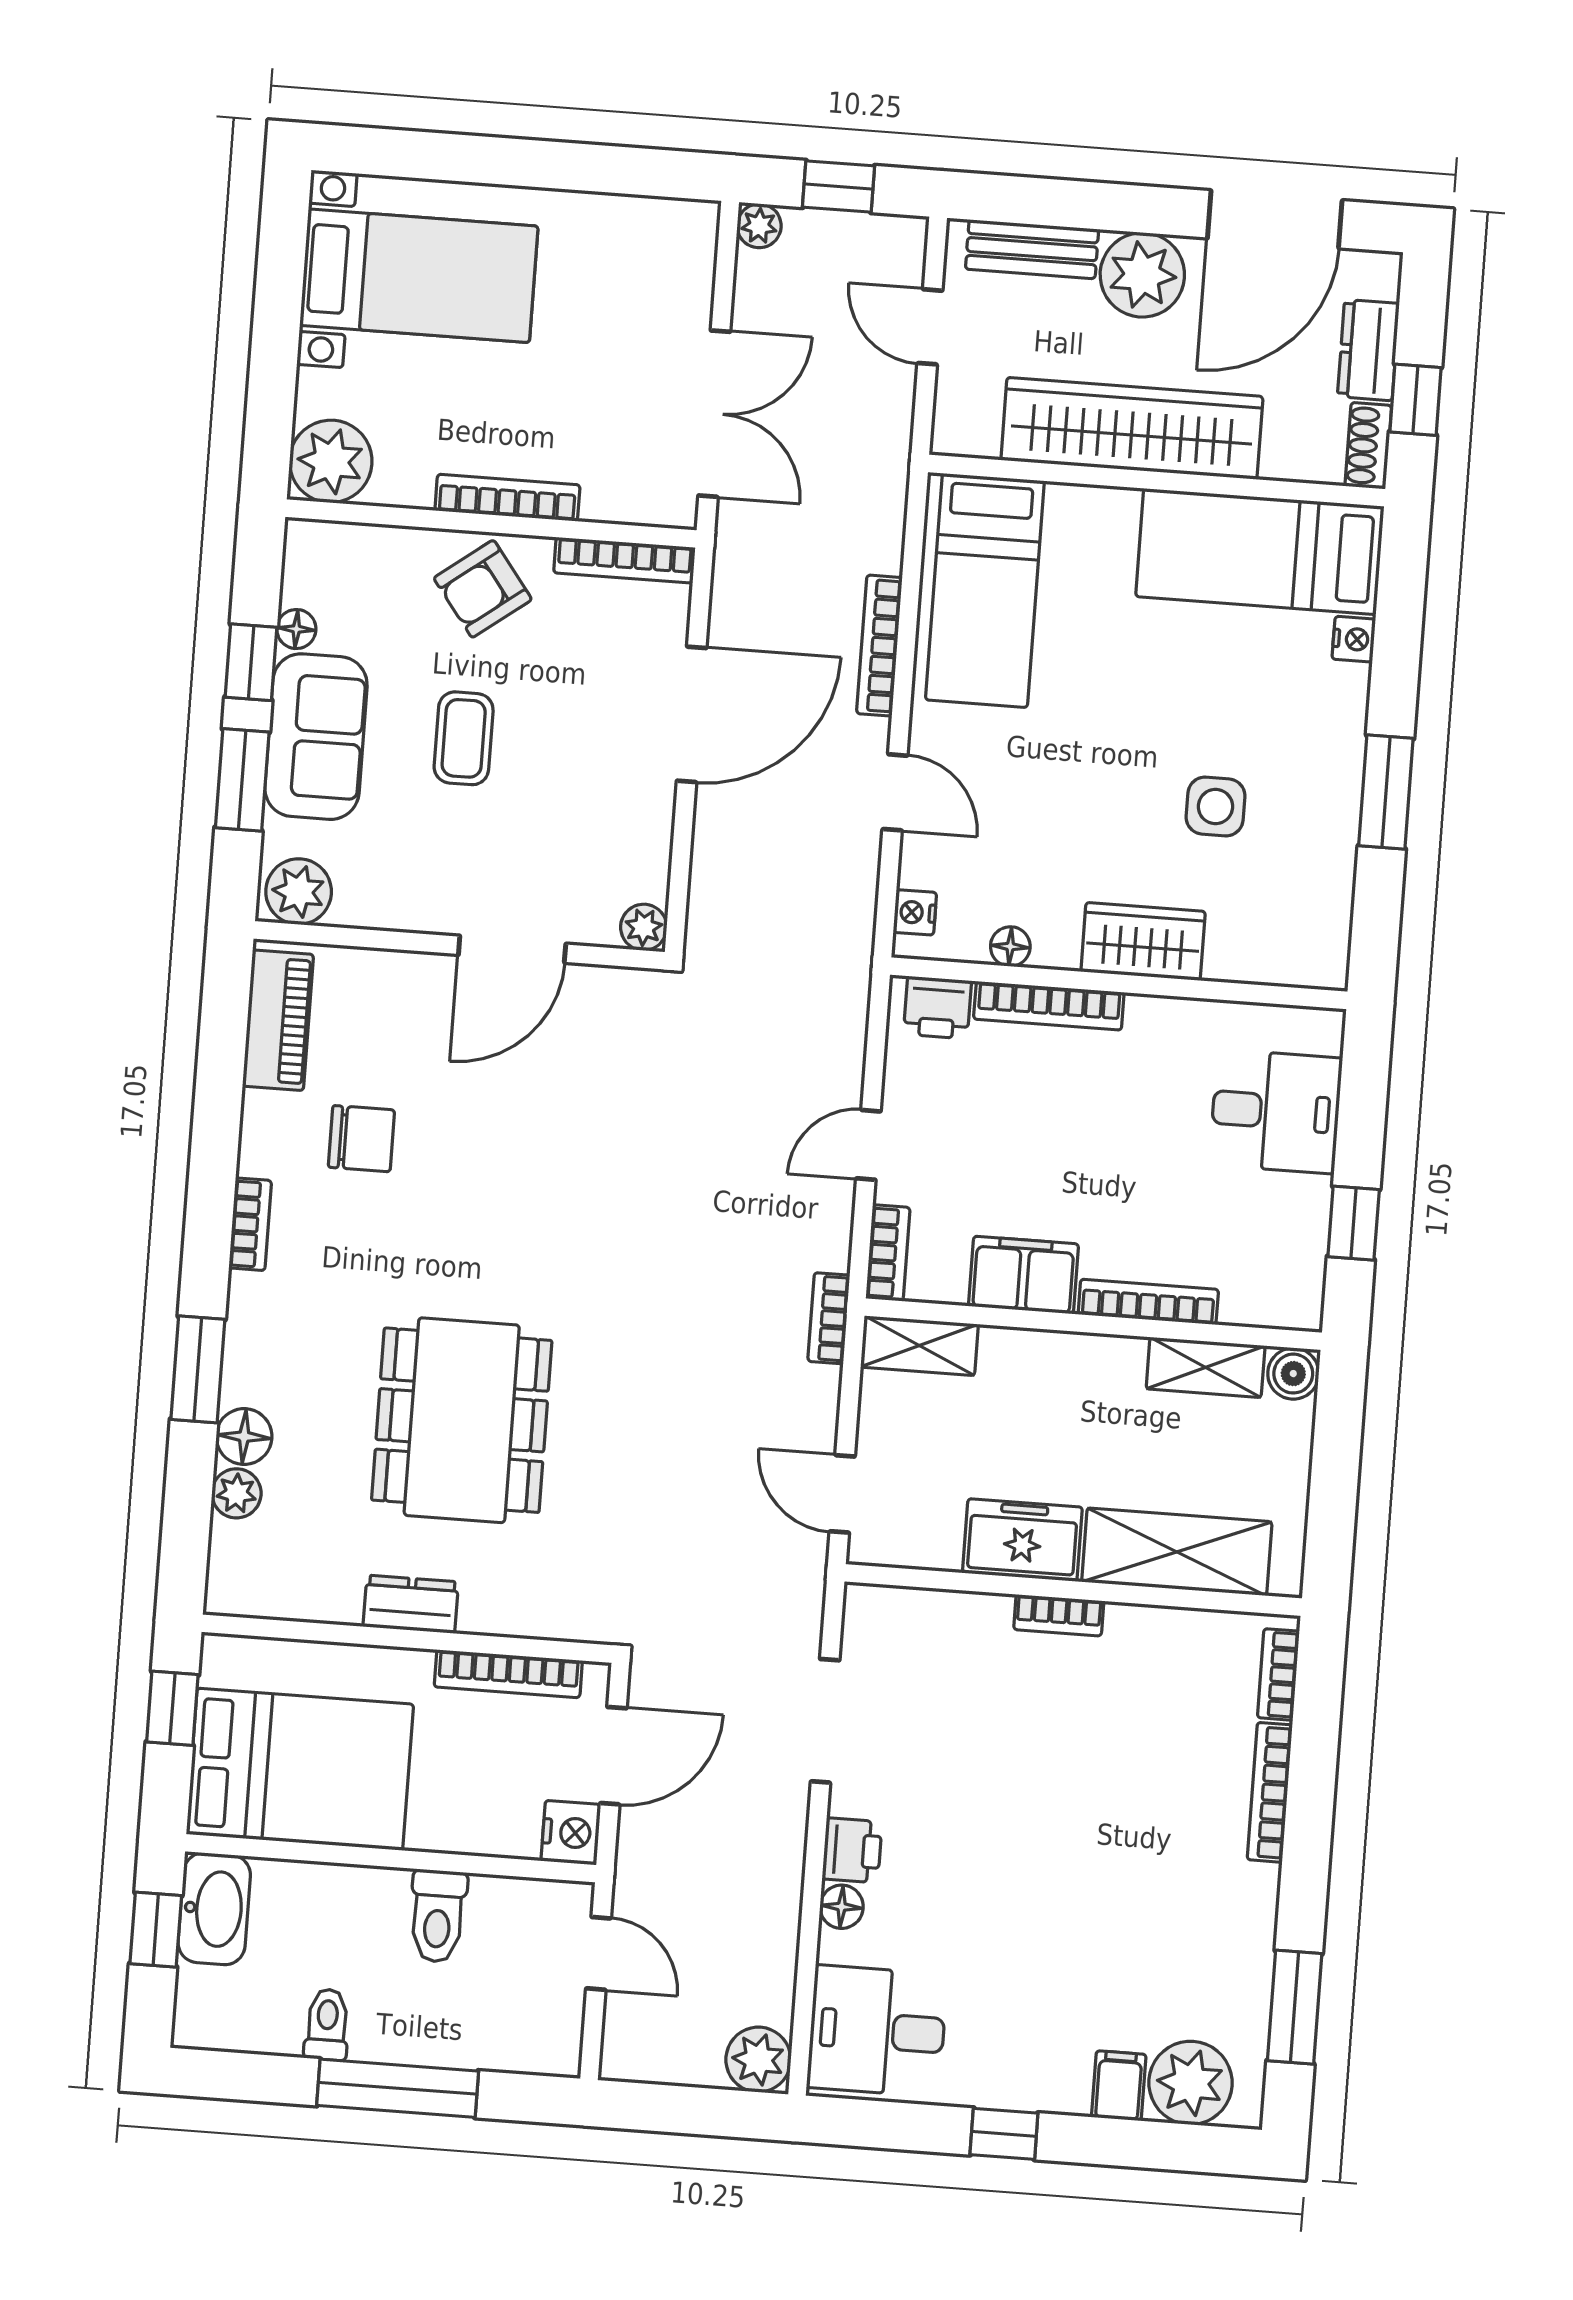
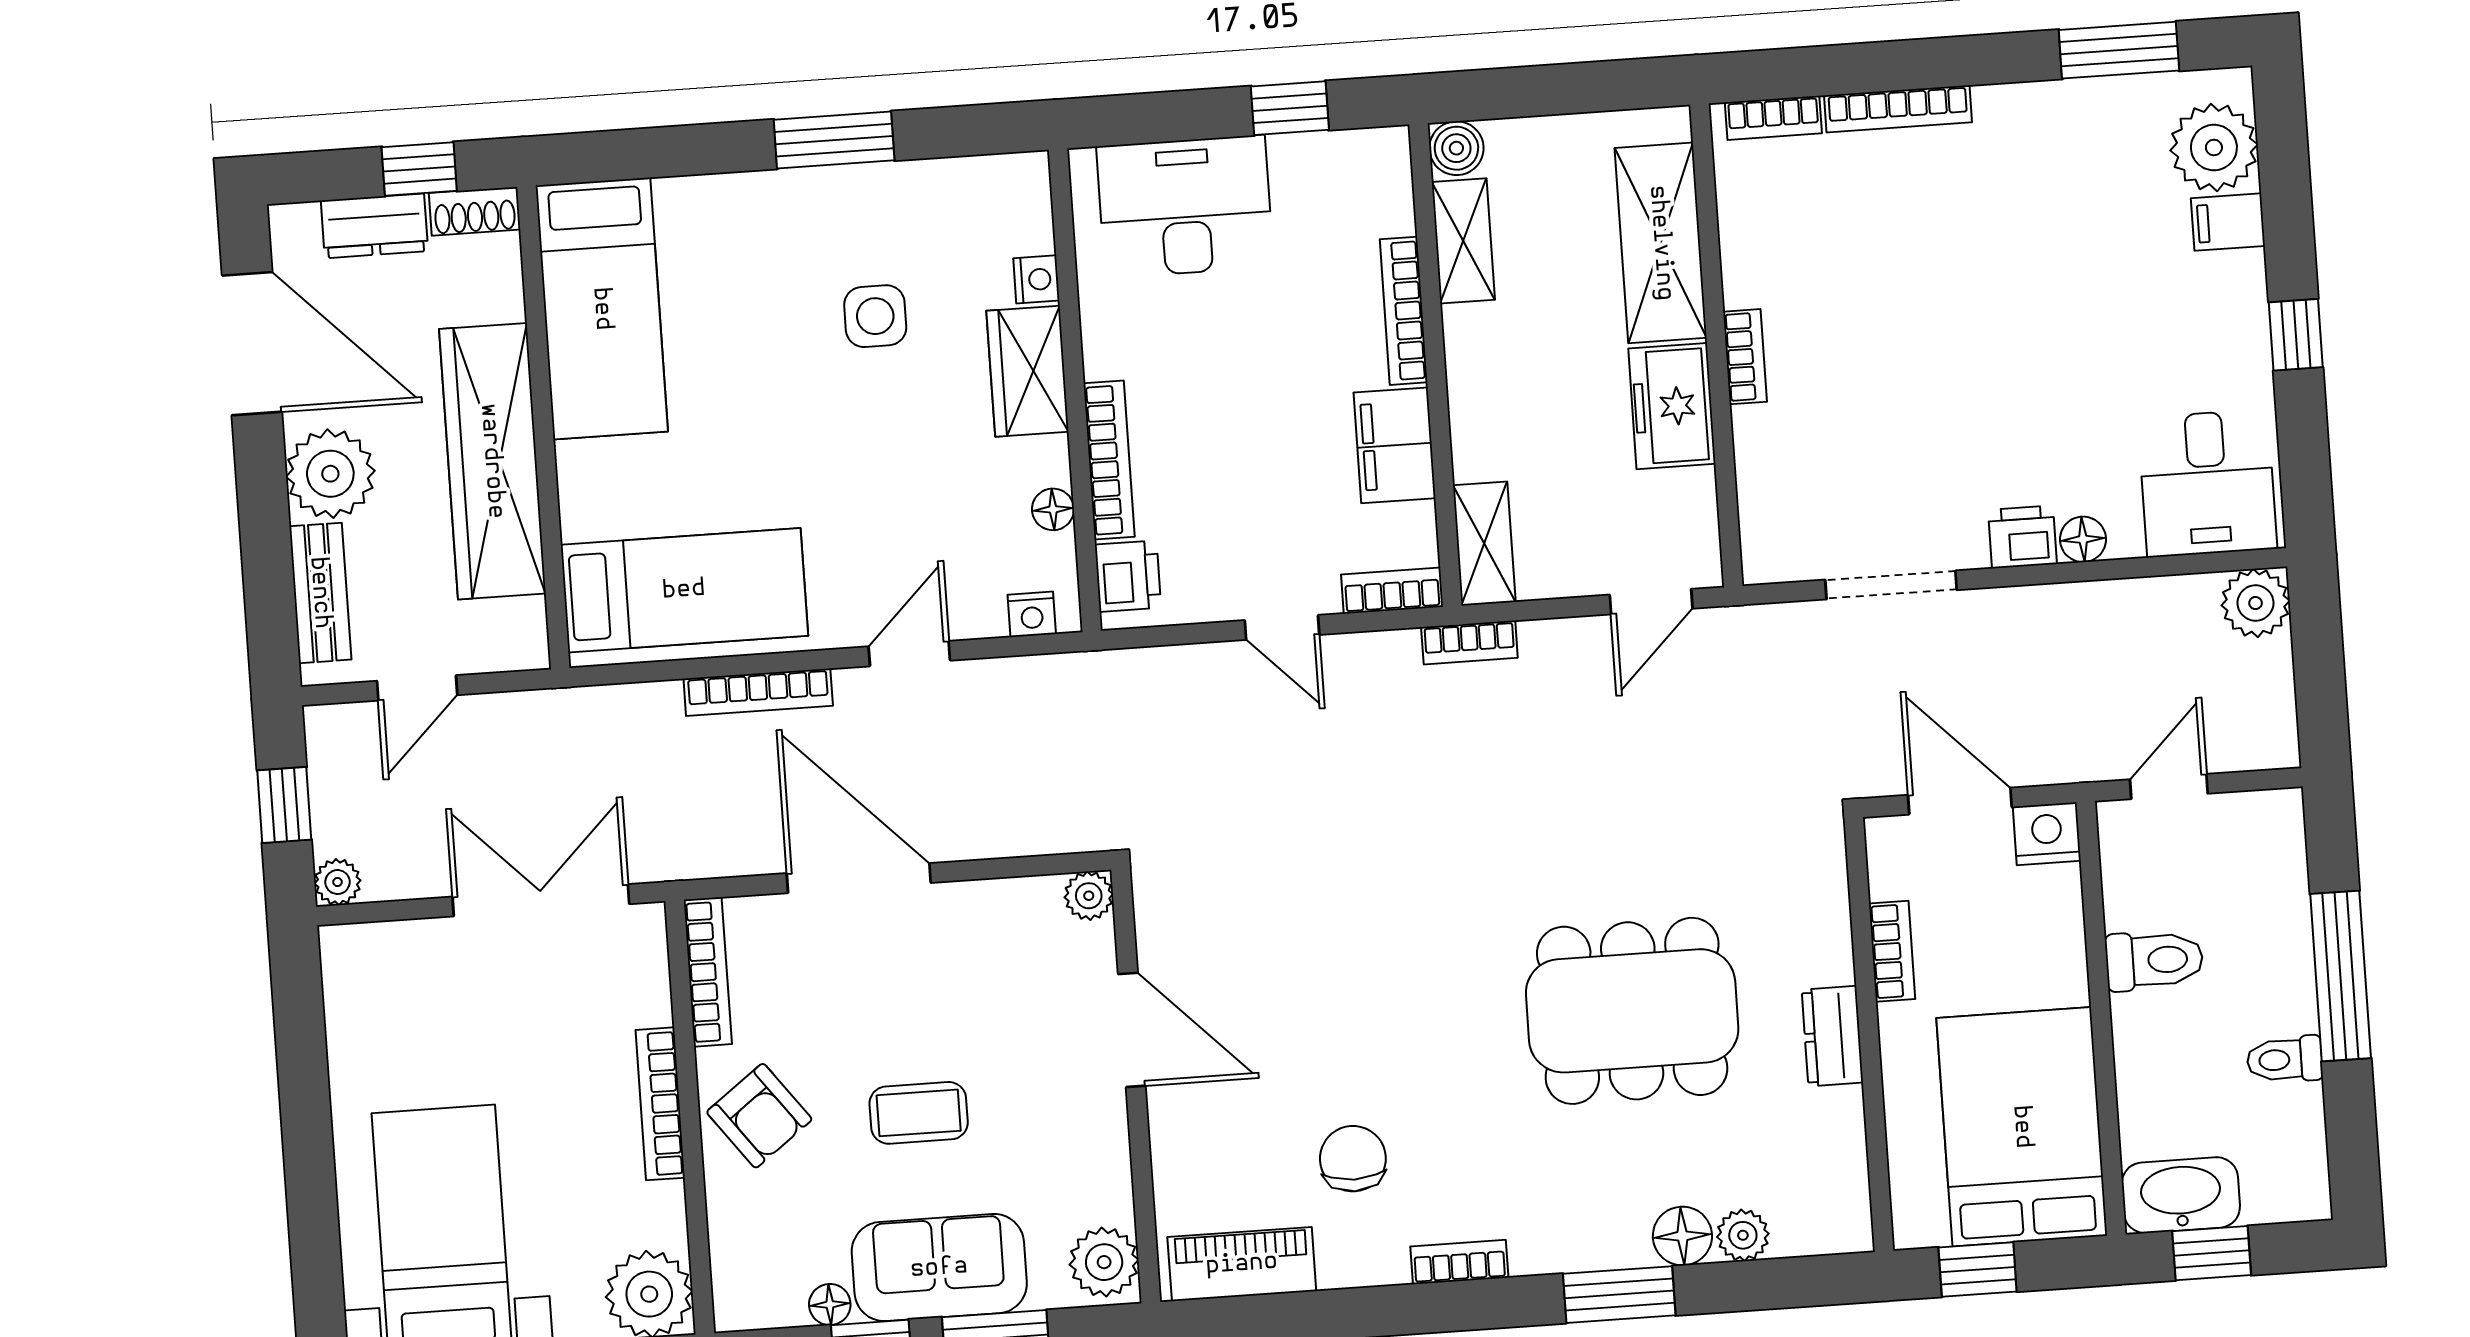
nightstand: (1354, 639) -> (1036, 279), moved, turned 90
desk: (1276, 1111) -> (1185, 207), width x1.37
bookcase: (508, 1674) -> (1892, 951), width x0.64

